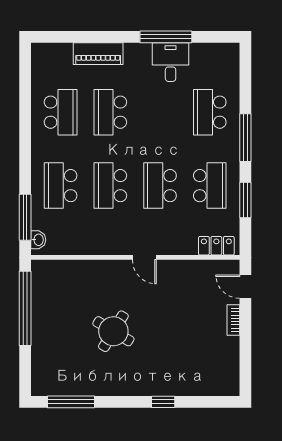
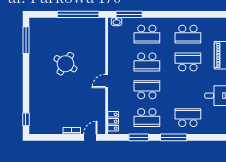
school desk: (61, 186) -> (147, 34), turned 180
school desk: (110, 186) -> (147, 62), turned 180
window: (163, 402) -> (26, 119), moved

